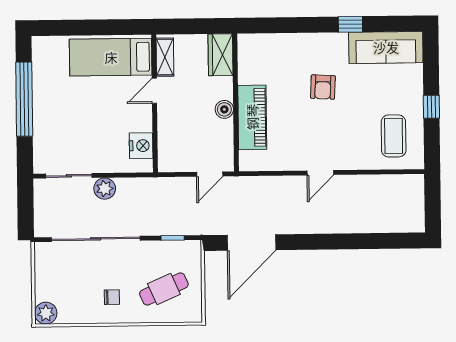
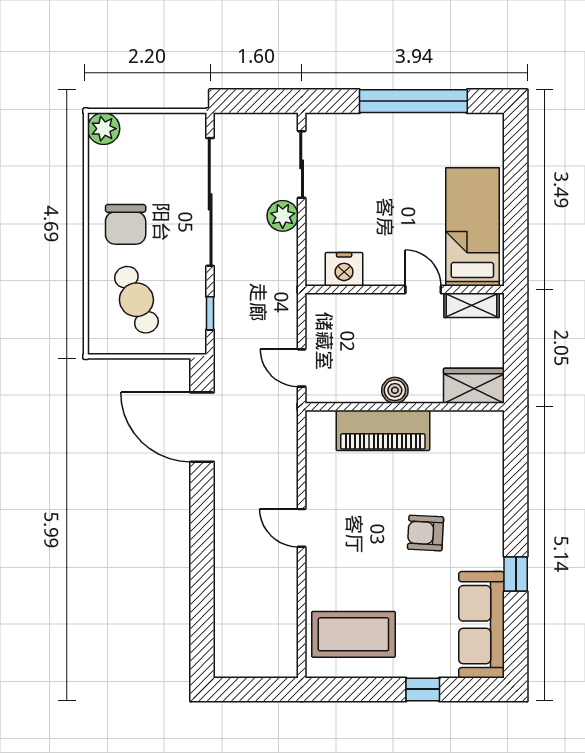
window: (431, 107) -> (423, 689), moved
coffee table: (394, 136) -> (353, 634), width x1.36, depth x1.32
chair: (112, 297) -> (126, 224), width x1.87, depth x1.87

